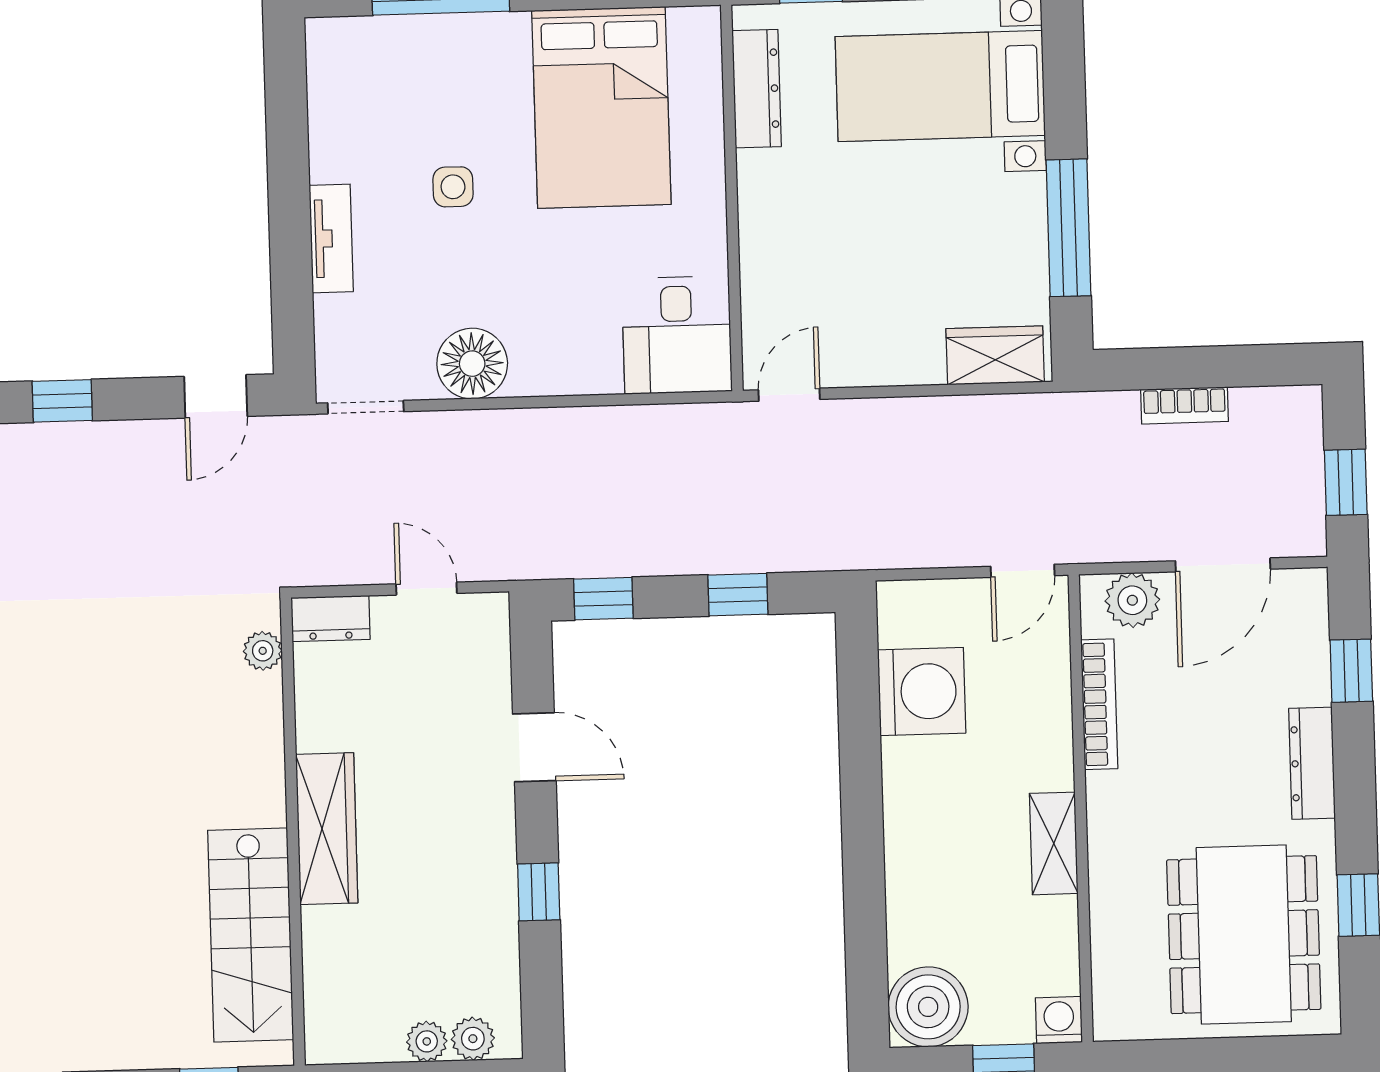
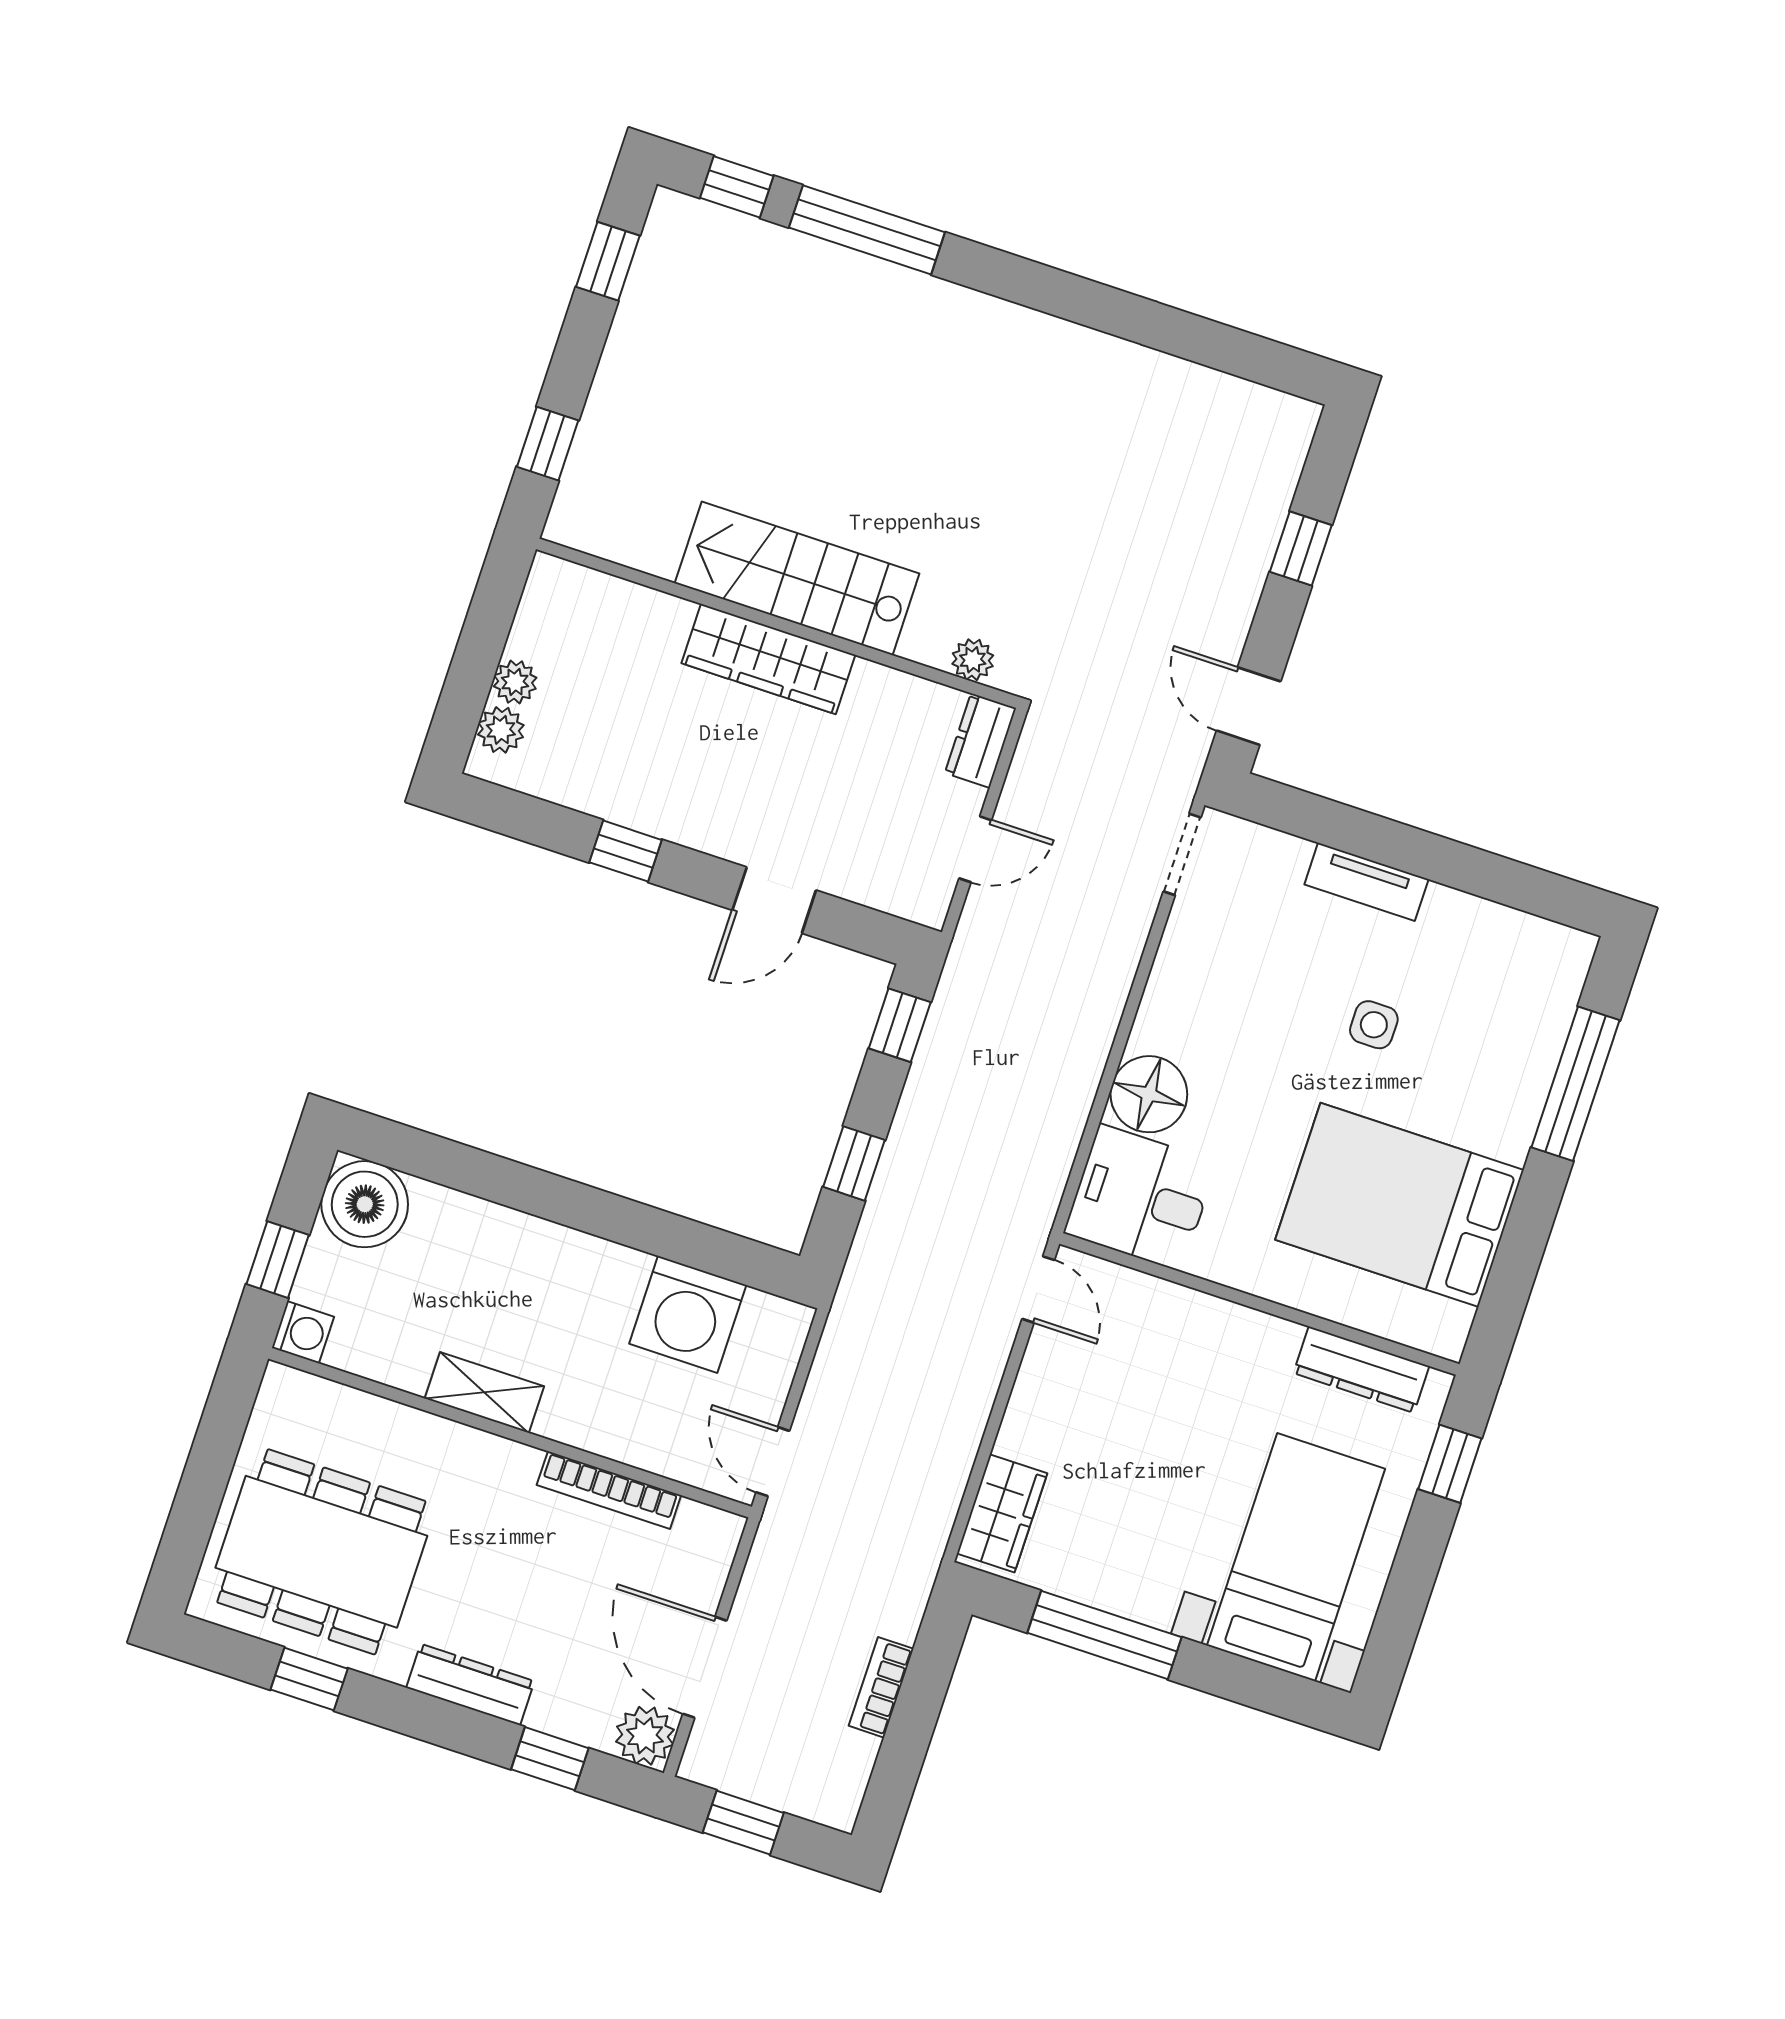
floor lamp: (472, 364) -> (1149, 1094), moved
plant: (1132, 600) -> (645, 1736), moved
stairs: (251, 935) -> (797, 578), moved

